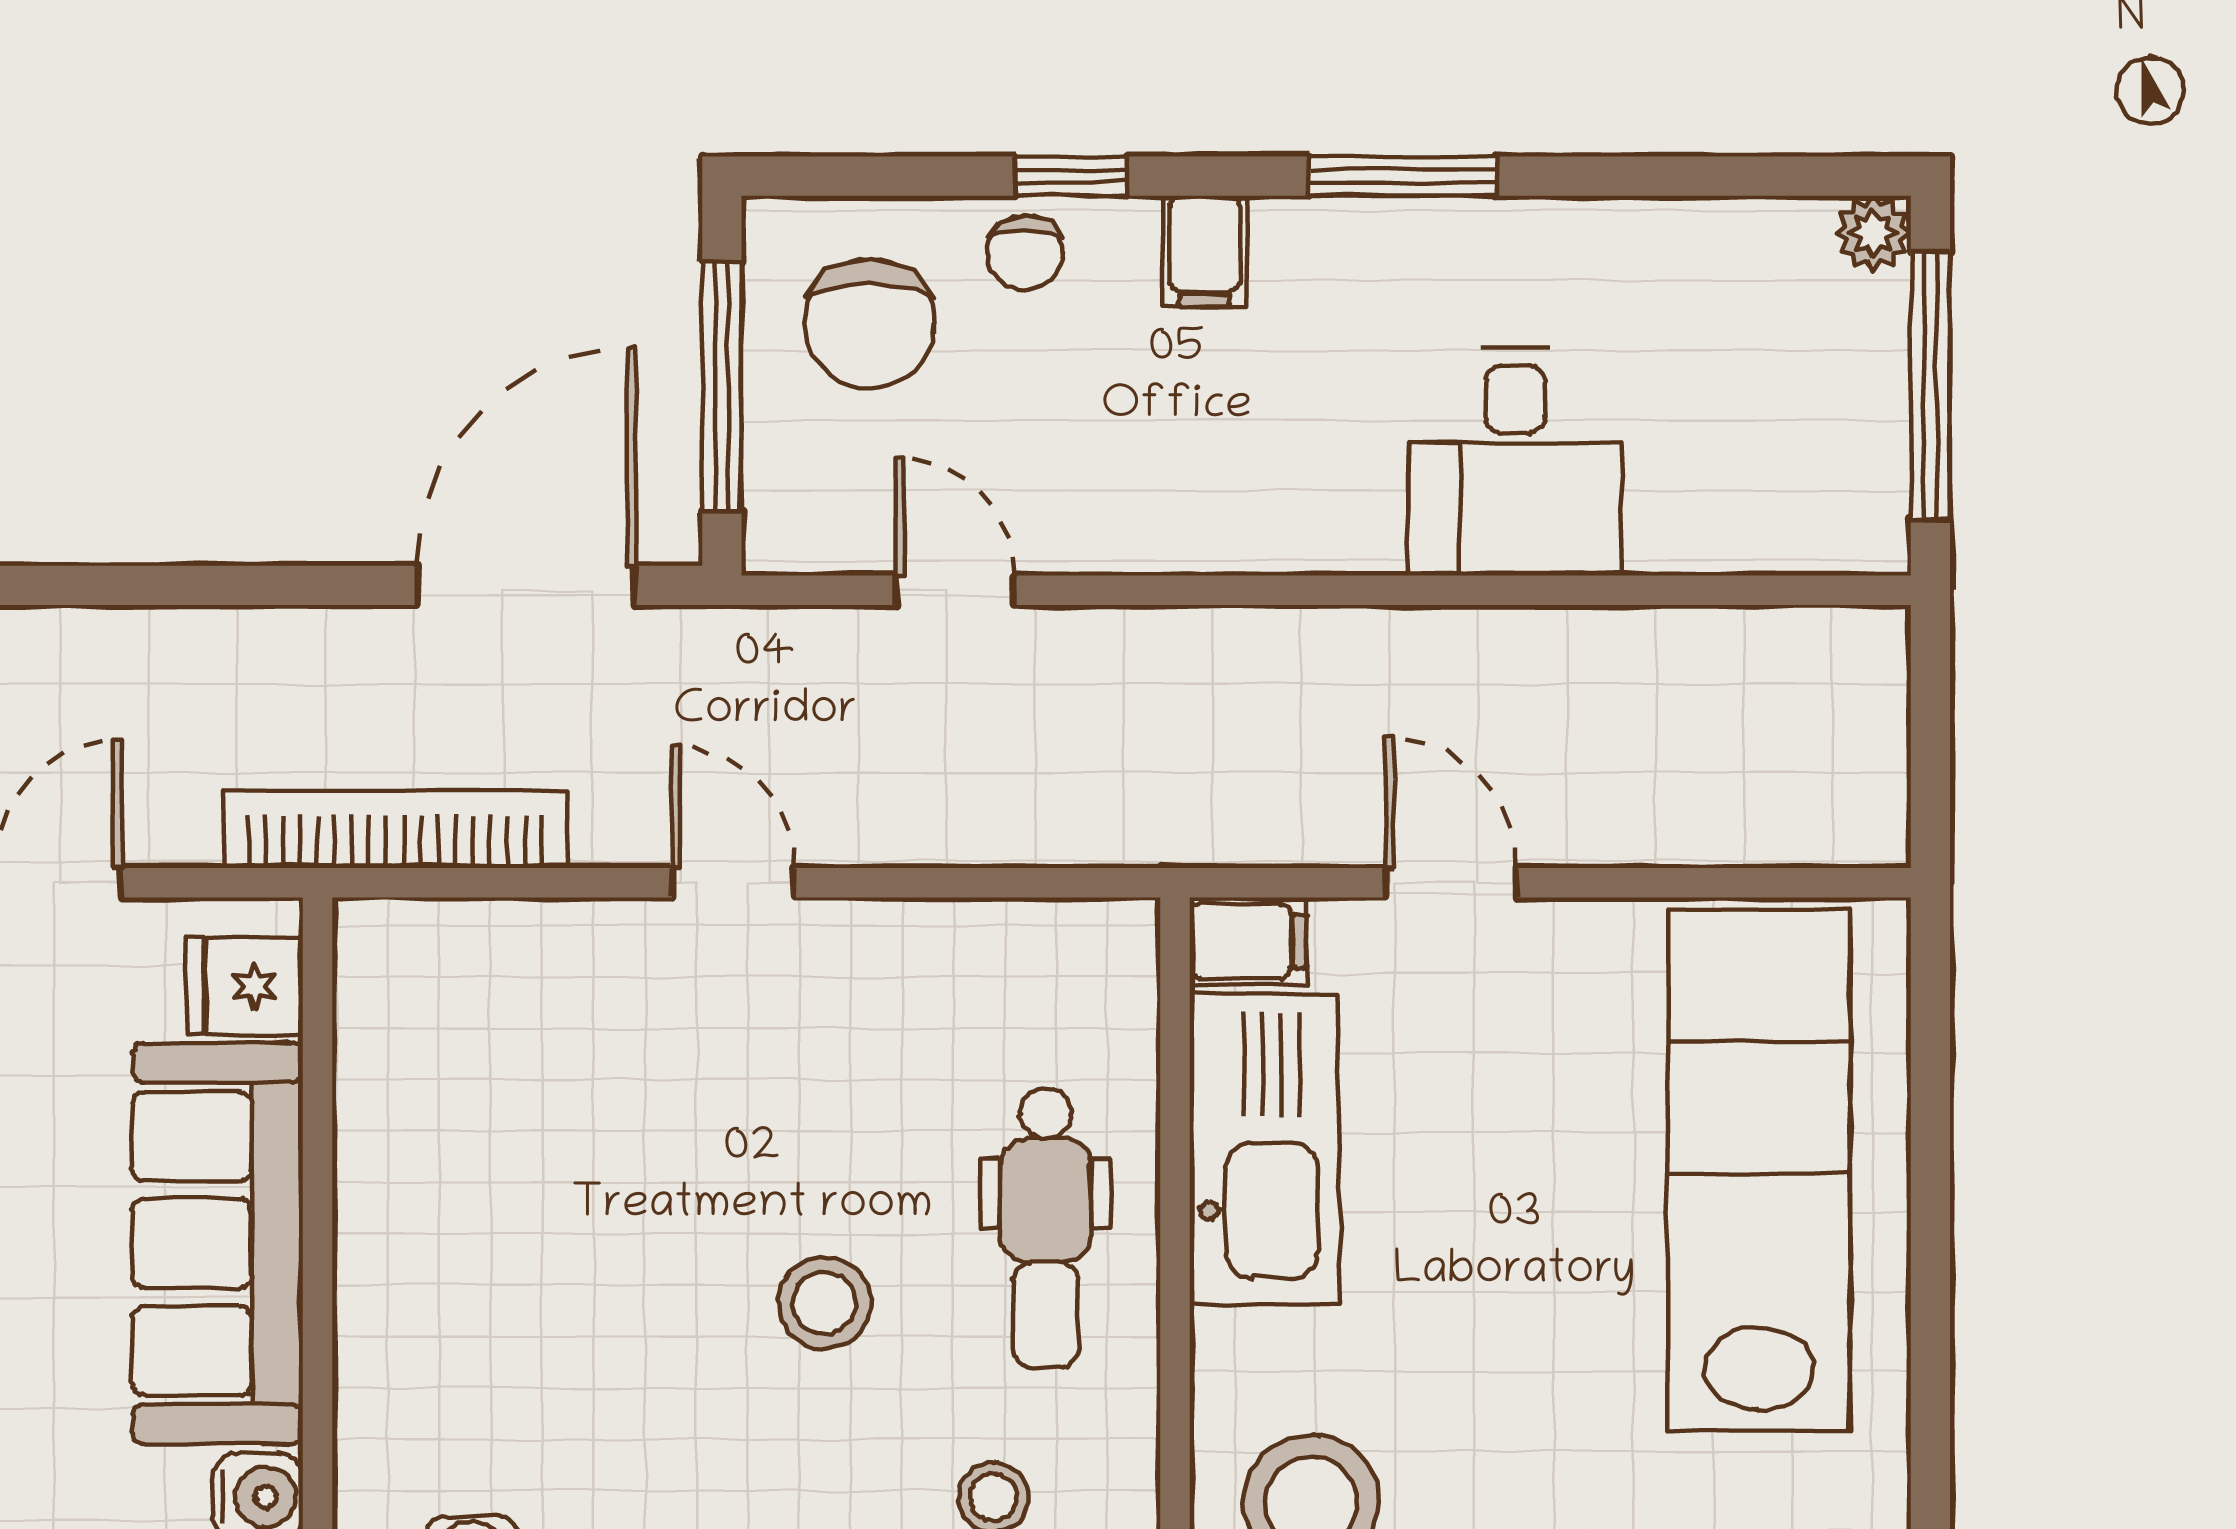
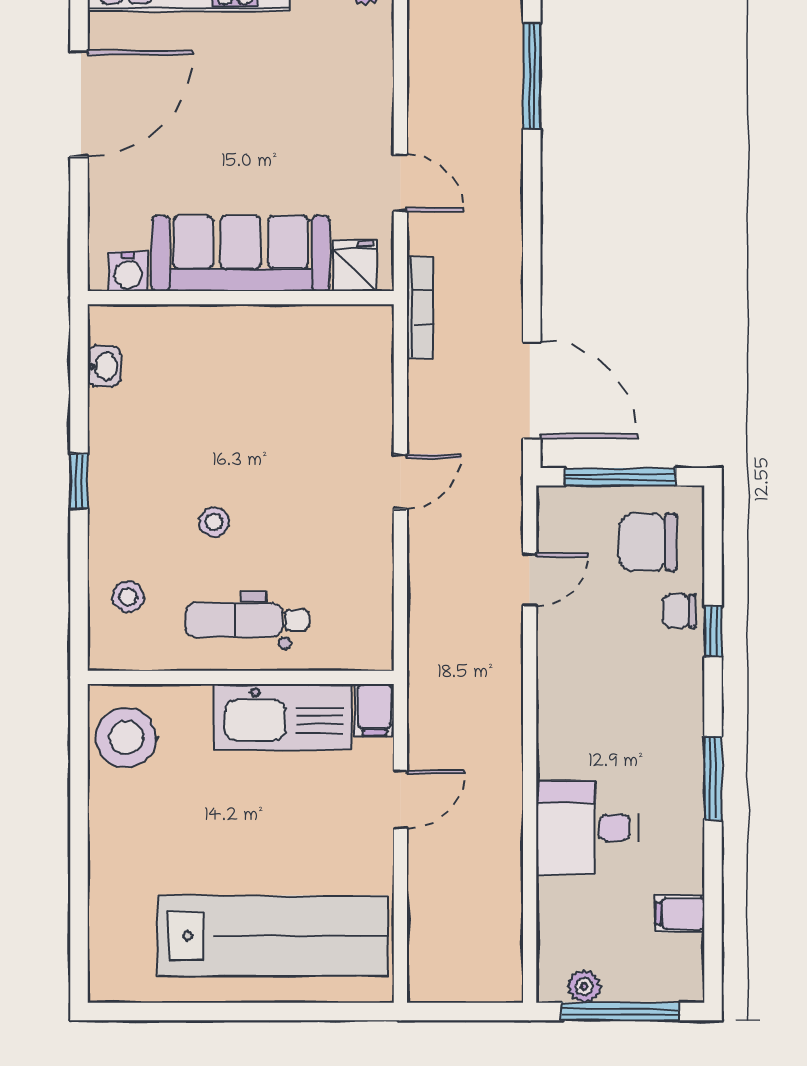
plant: (1873, 233) -> (584, 986), moved
filing cabinet: (1205, 251) -> (680, 914), moved
bookcase: (395, 829) -> (420, 308), width x0.68, depth x0.76
stool: (825, 1303) -> (214, 522), width x0.73, depth x0.73

